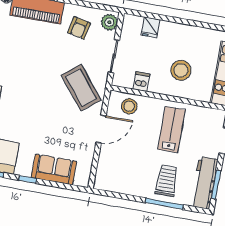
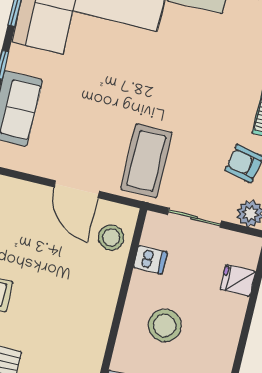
coffee table: (81, 88) -> (146, 161), turned -51
lab bench: (171, 130) -> (69, 304), removed

